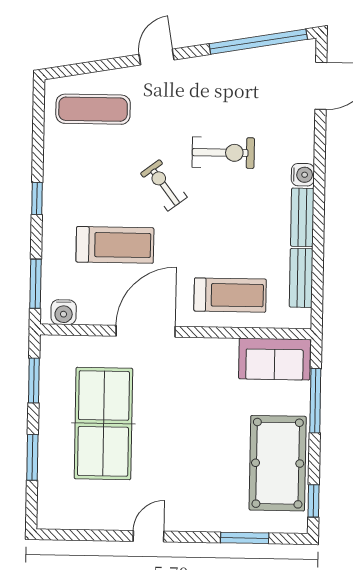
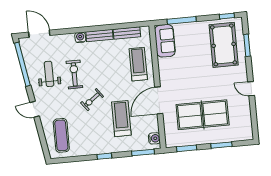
weight bench: (231, 97) -> (49, 74), added
door: (146, 331) -> (159, 100), hinge flipped
pool table: (278, 463) -> (224, 45), moved, turned 90

